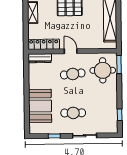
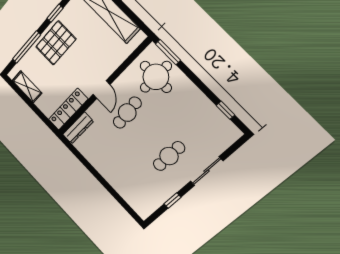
door: (71, 51) -> (101, 90), swing flipped
booth: (40, 106) -> (126, 180), removed

